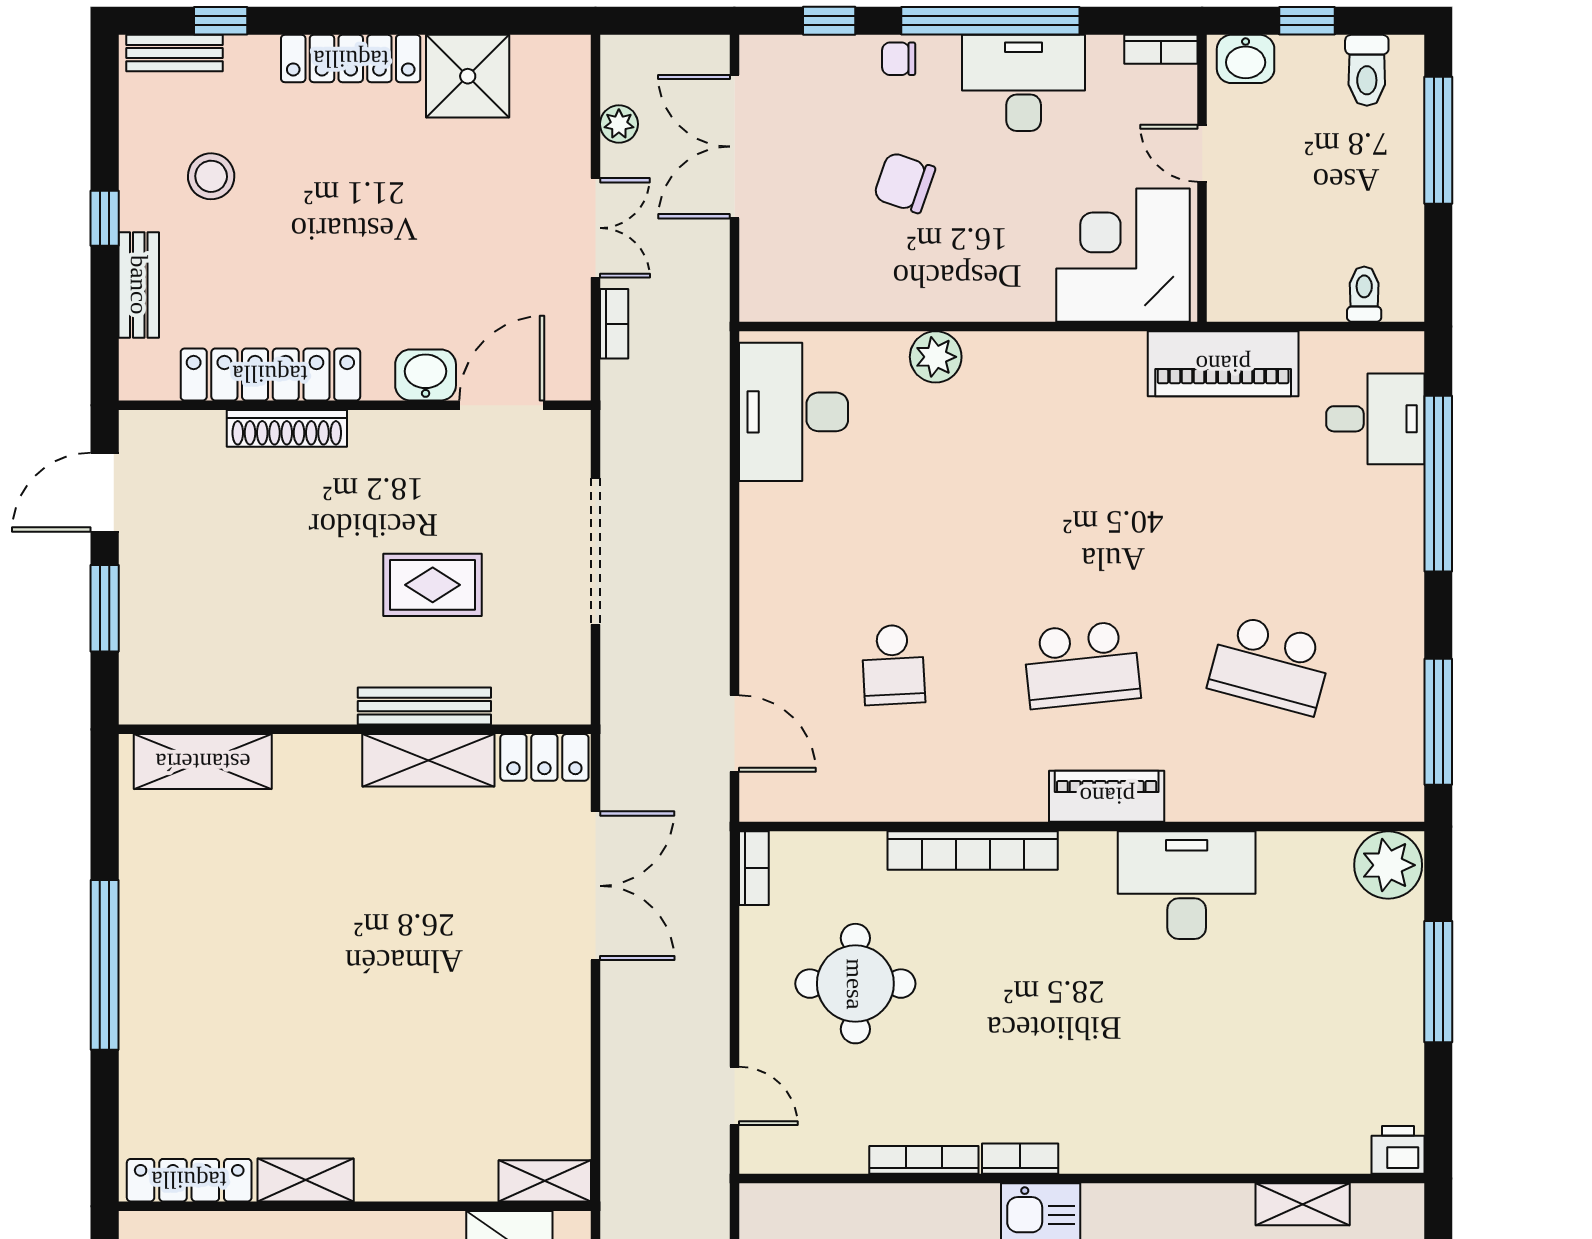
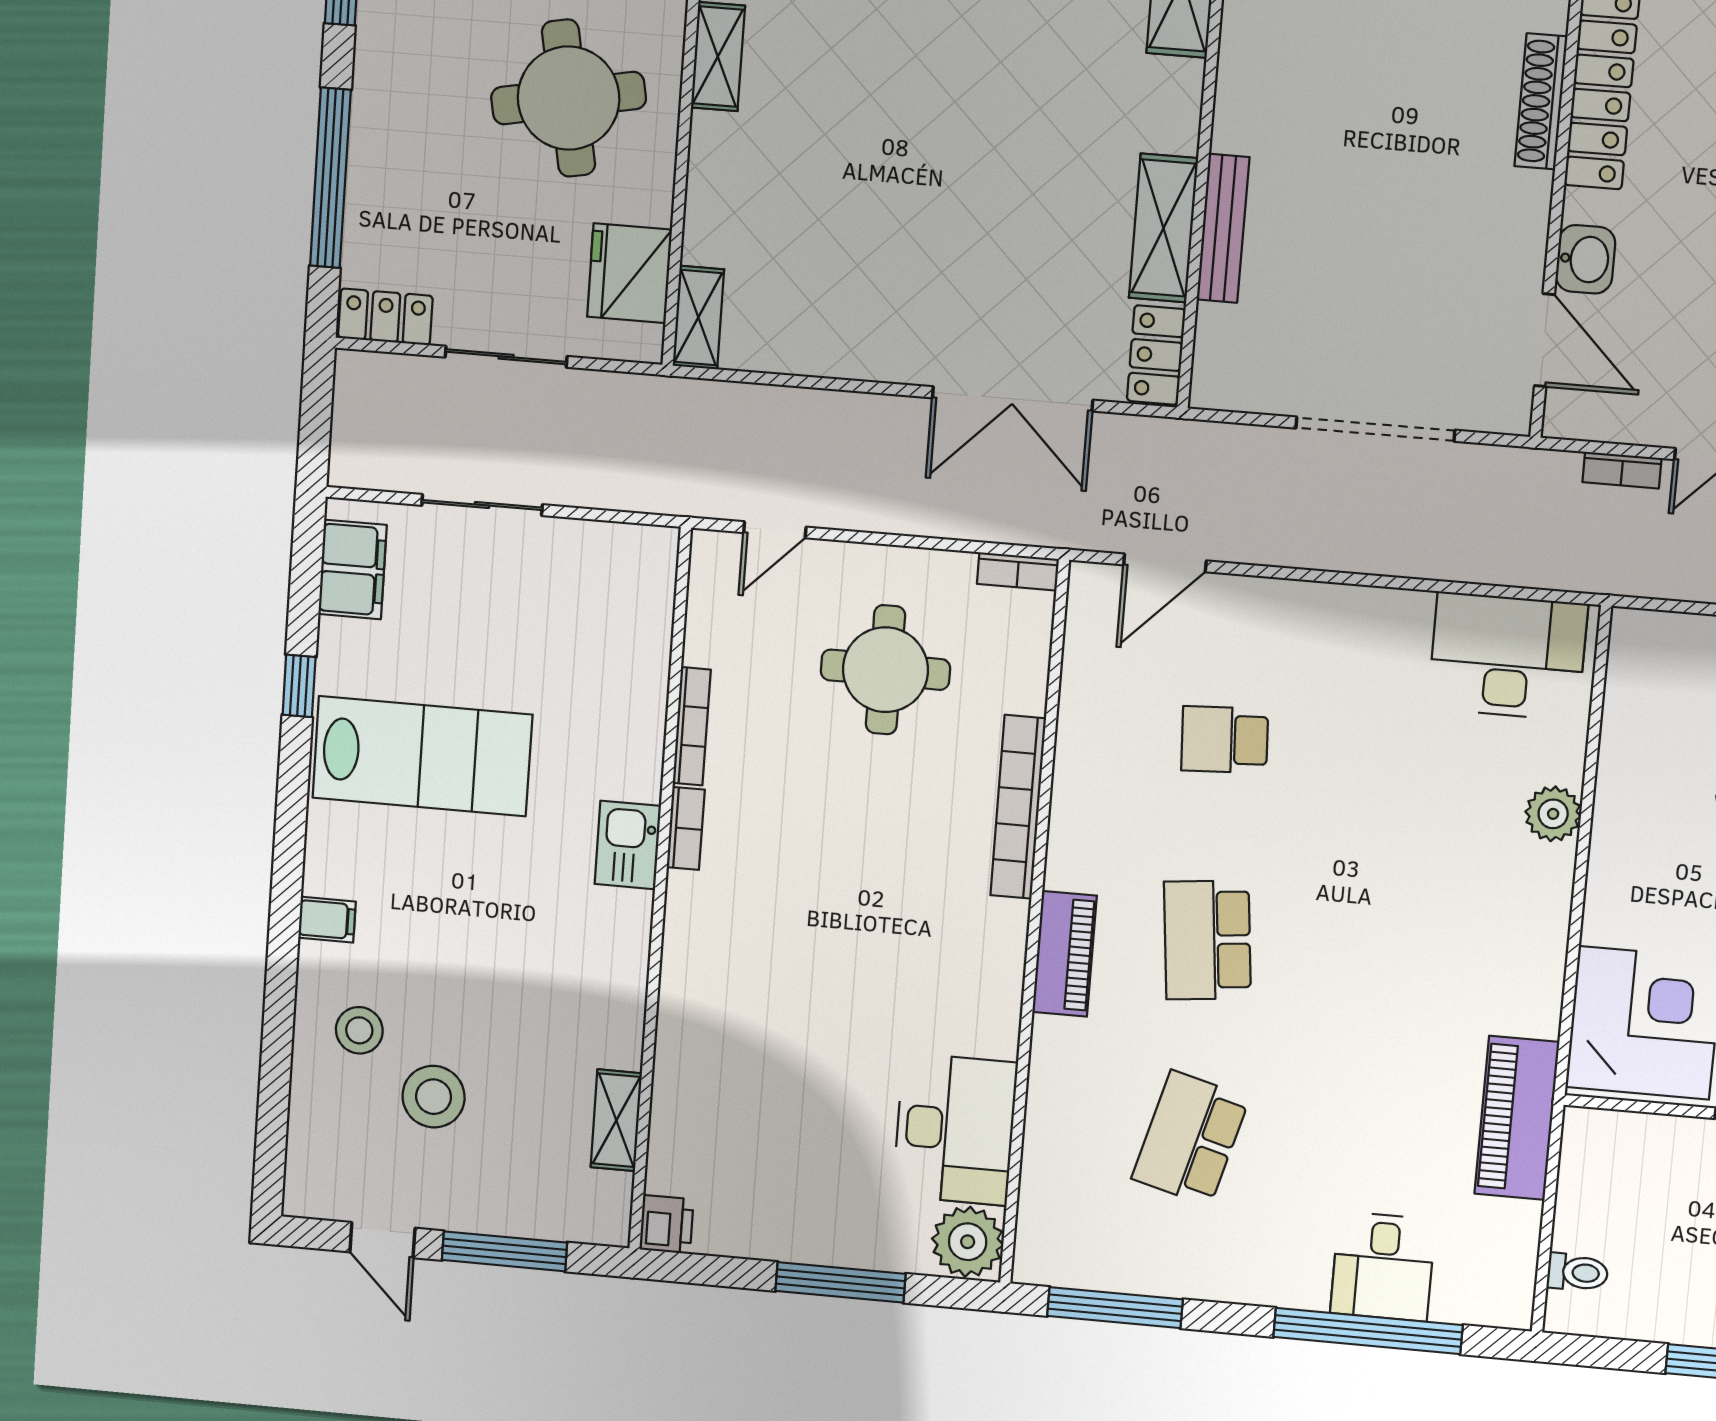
desk: (1375, 419) -> (1383, 1266), moved
rug: (433, 585) -> (1355, 248), removed
desk: (1187, 885) -> (955, 1129), moved

